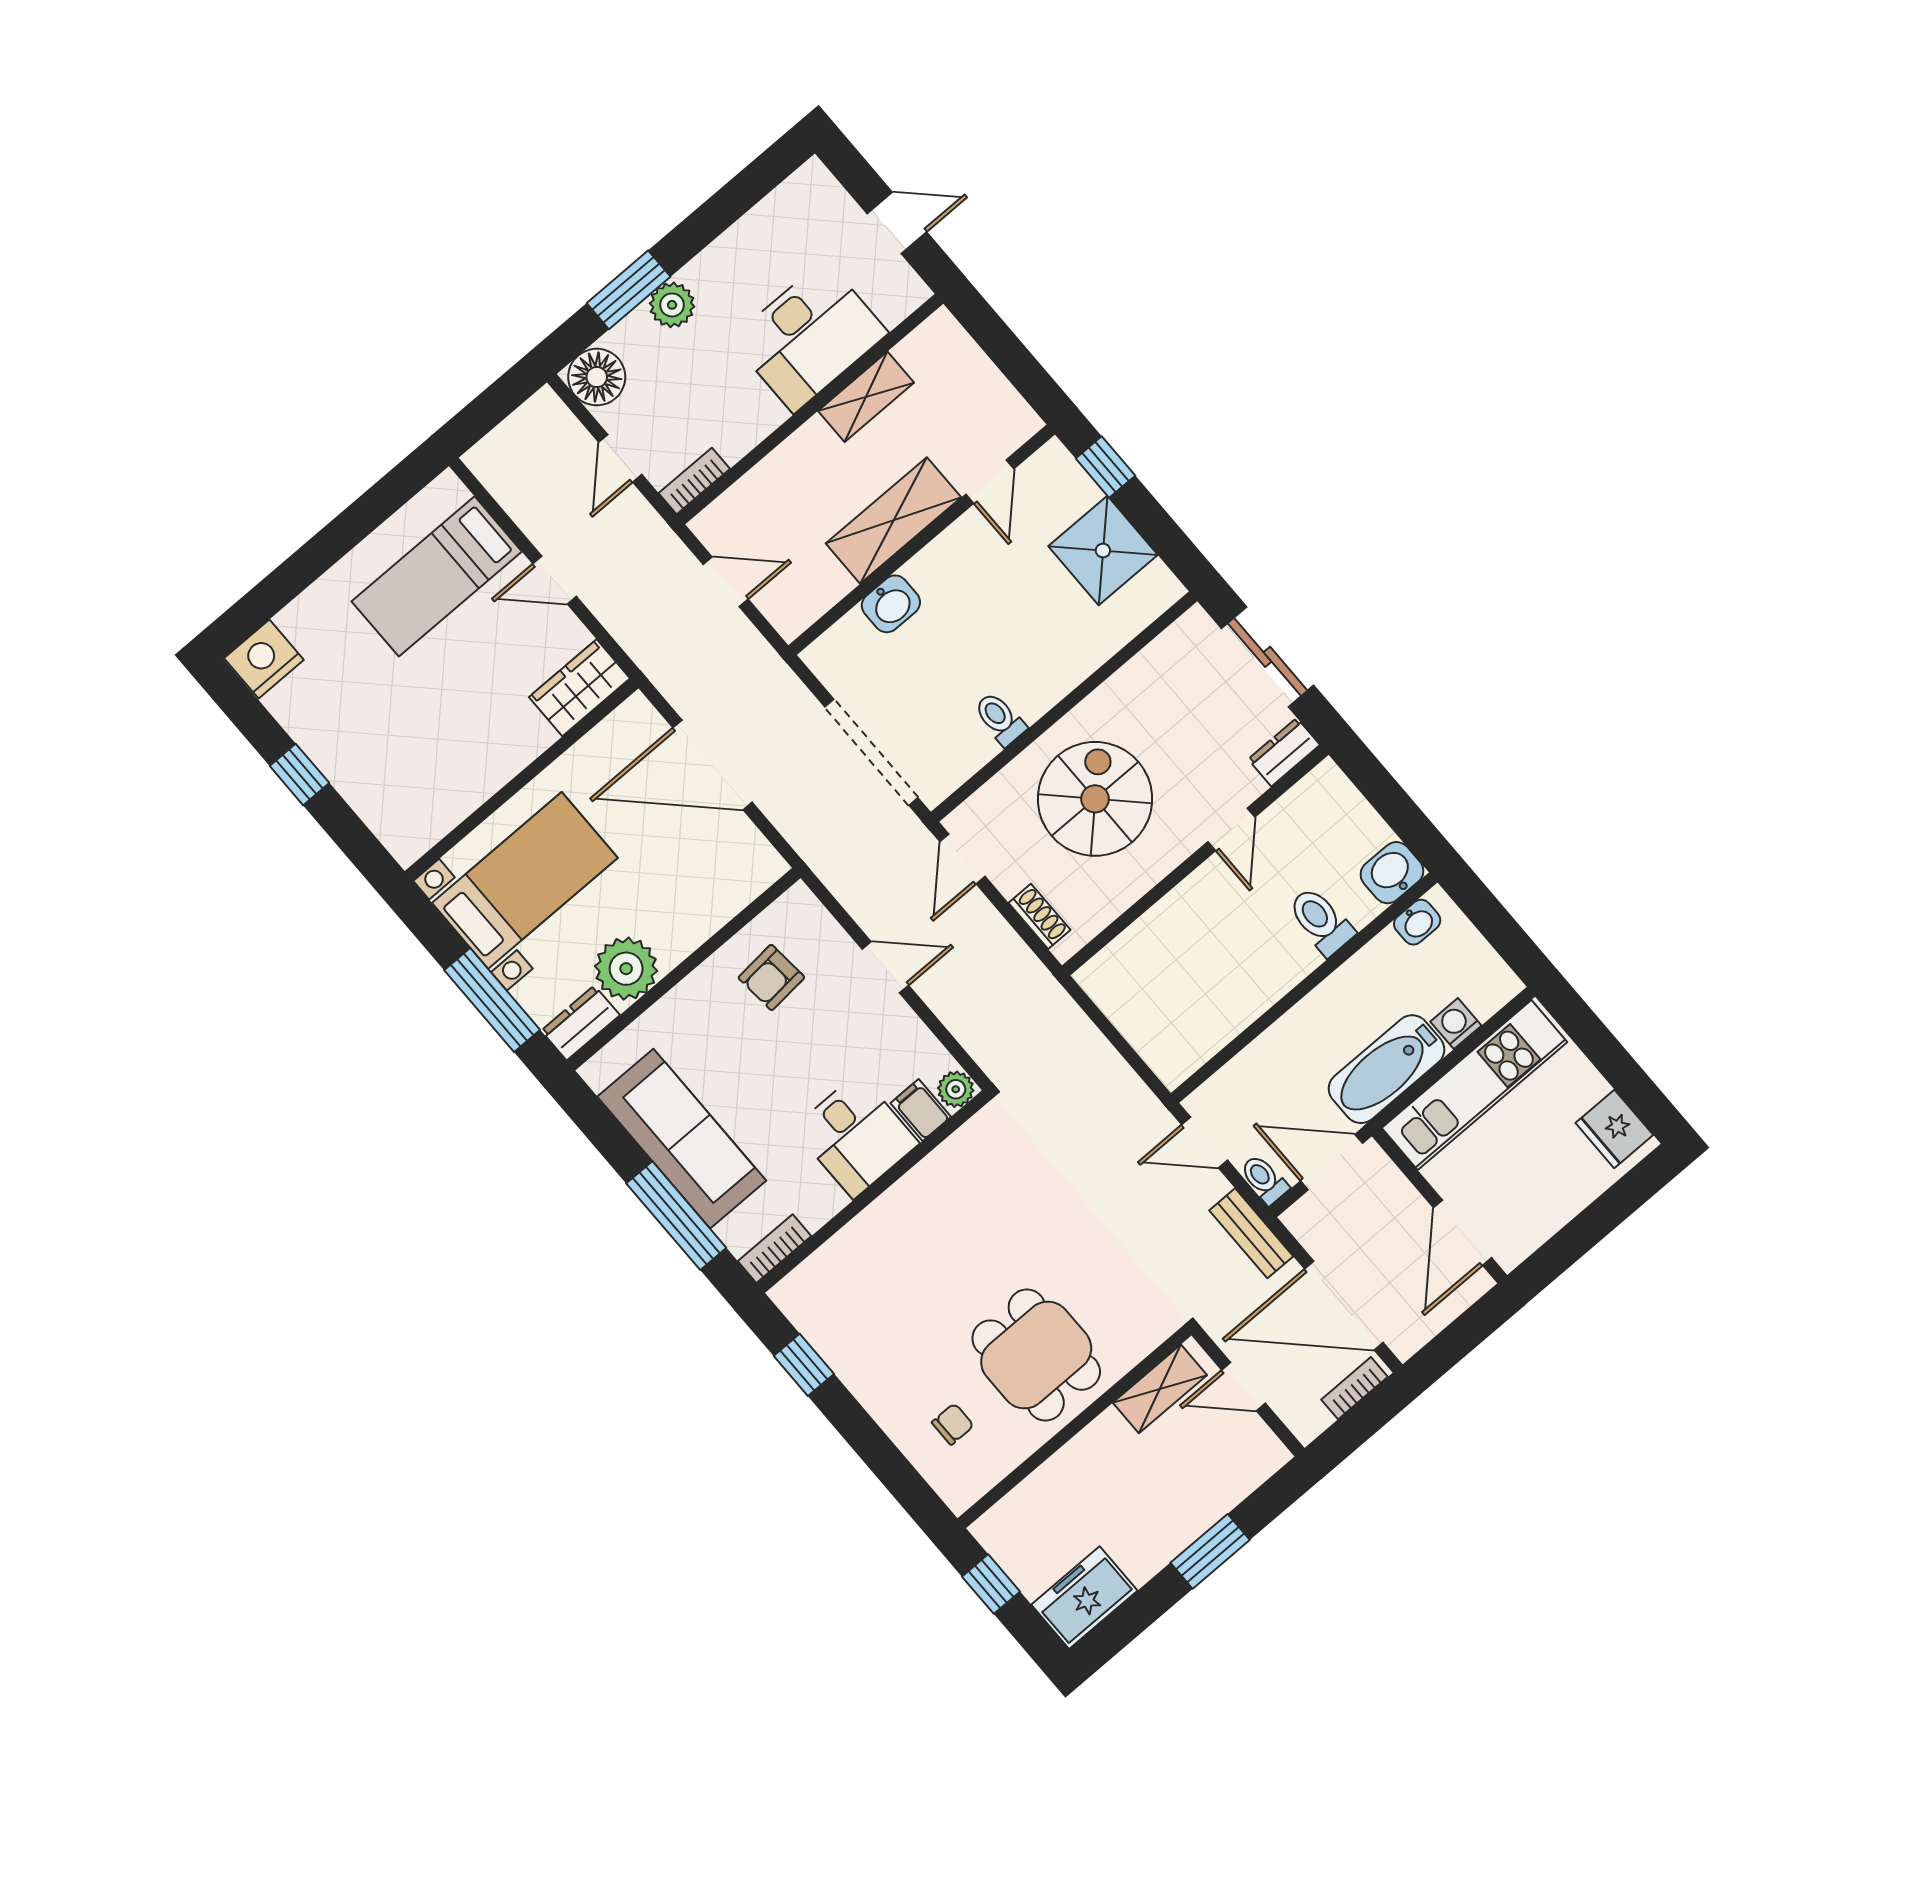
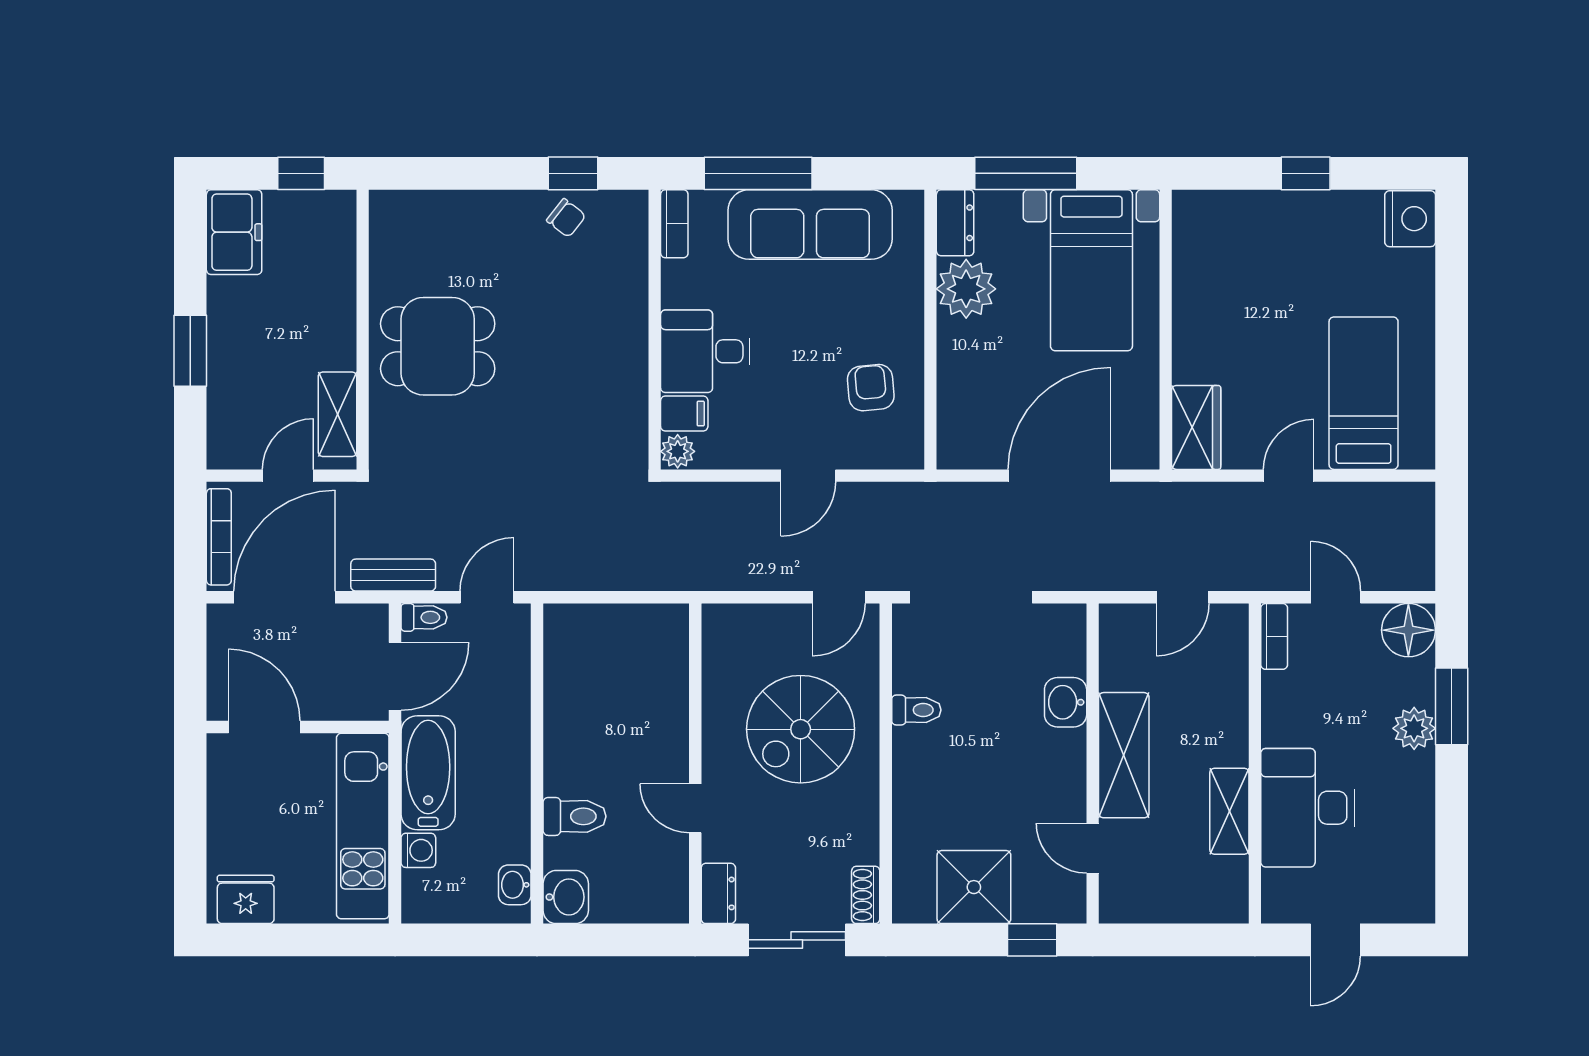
spiral stairs: (1095, 799) -> (801, 729), turned 90
door: (963, 859) -> (839, 597), swing flipped
shoe rack: (1039, 916) -> (866, 895), moved, turned 90
bookcase: (1354, 1388) -> (219, 537), width x1.56
chair: (953, 1424) -> (566, 218), moved, turned -52

